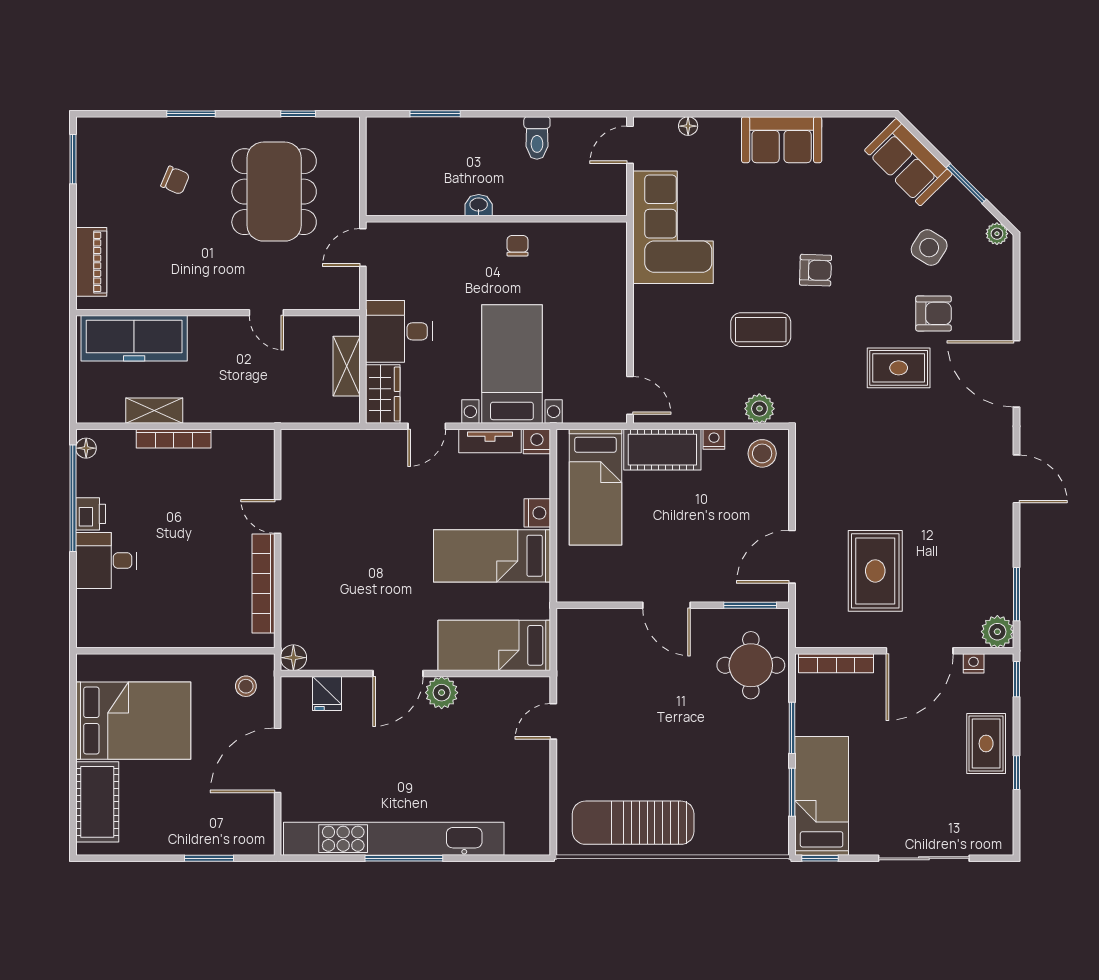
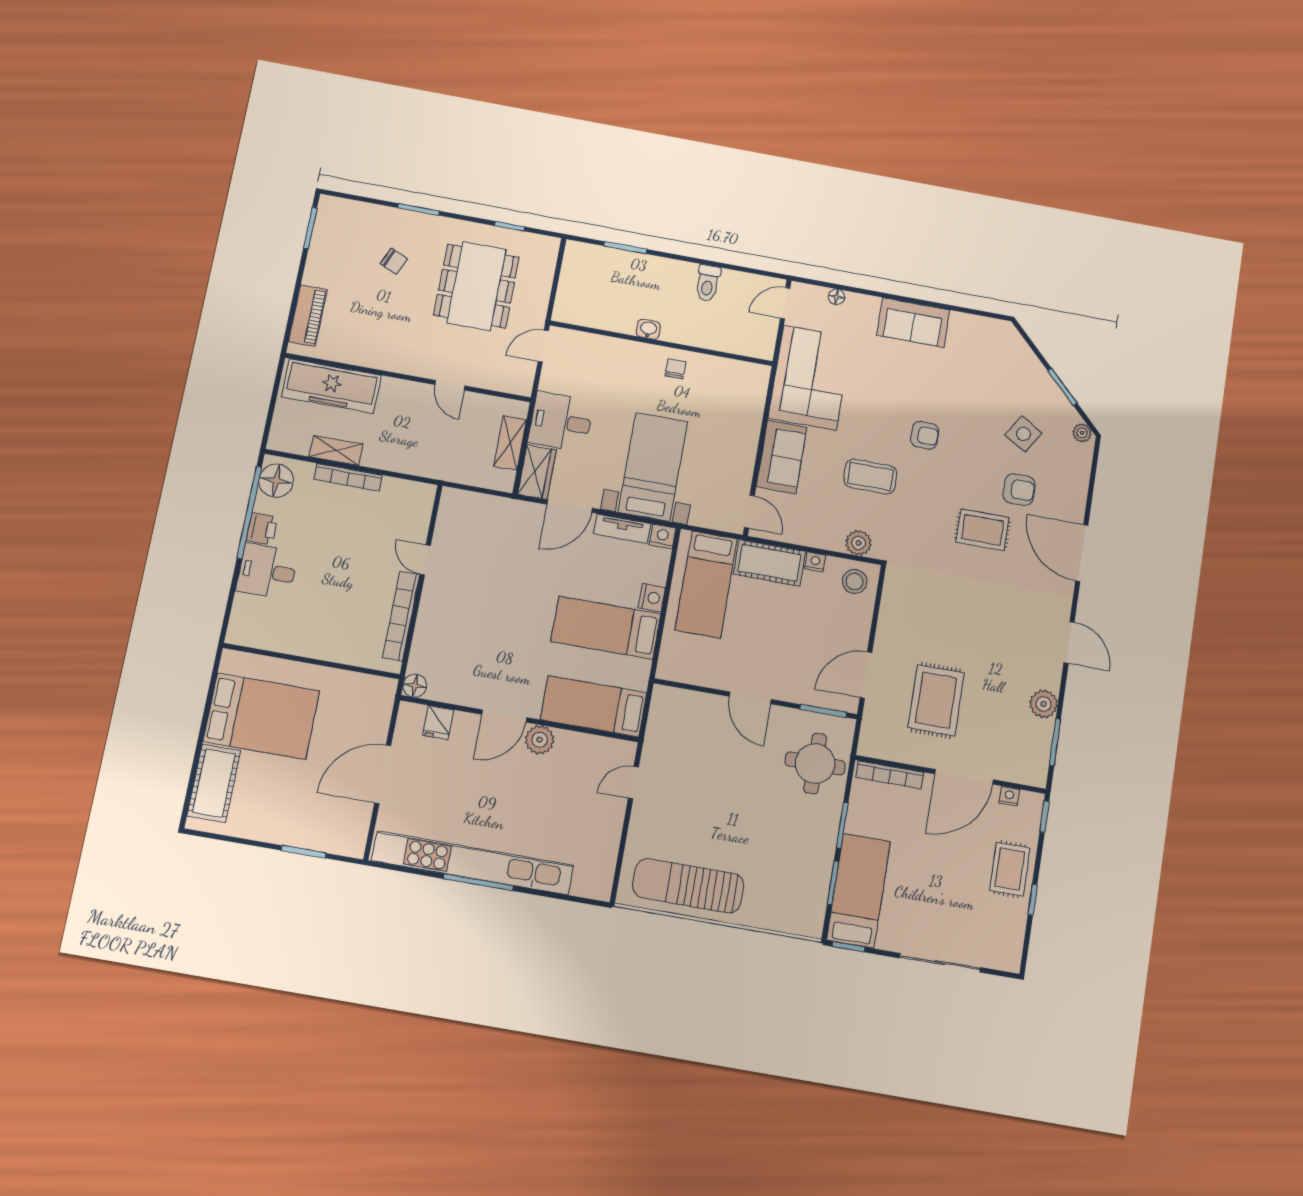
sofa: (908, 162) -> (782, 457), moved, turned -135
door: (427, 426) -> (570, 506), width x1.38
floor lamp: (86, 448) -> (276, 481), width x1.89, depth x1.89
plant: (997, 632) -> (1044, 704), moved
stool: (246, 686) -> (368, 703), removed

